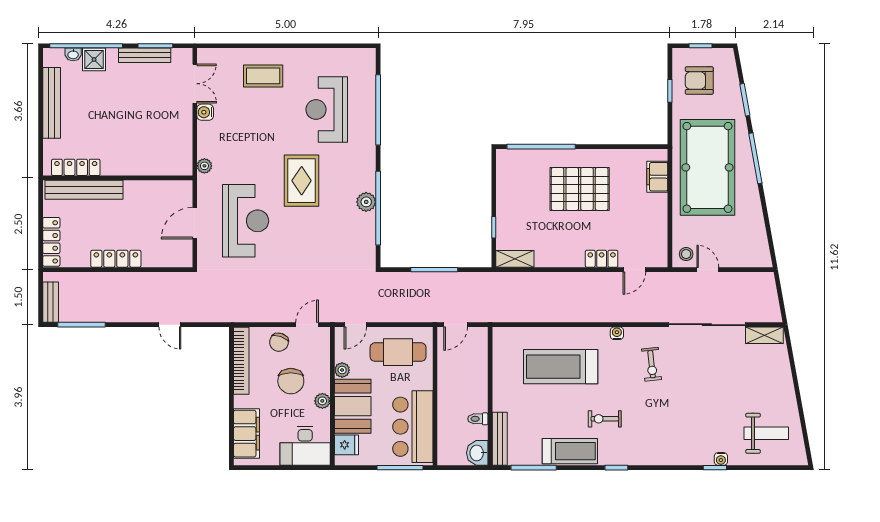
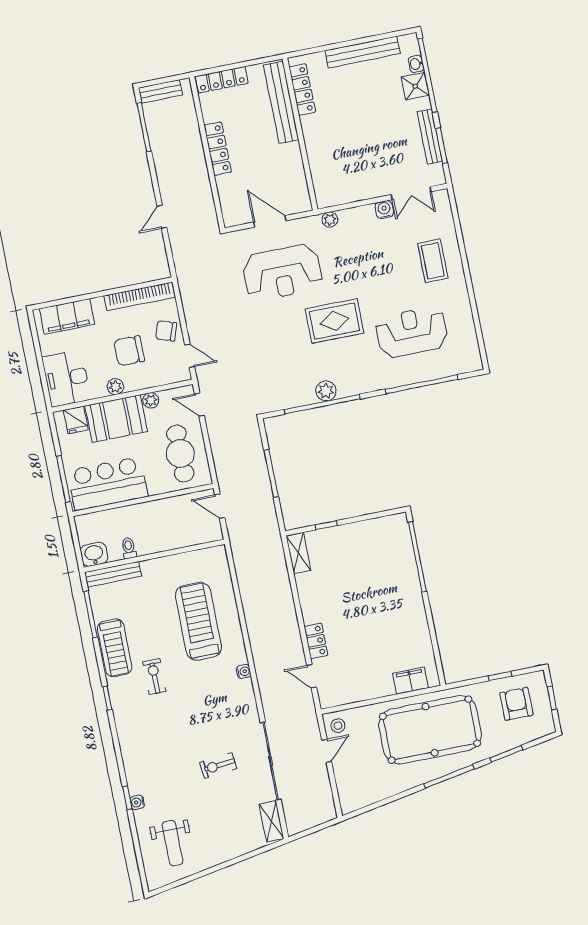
pallet: (580, 189) -> (382, 604), removed
exercise bike: (652, 364) -> (218, 766), moved

